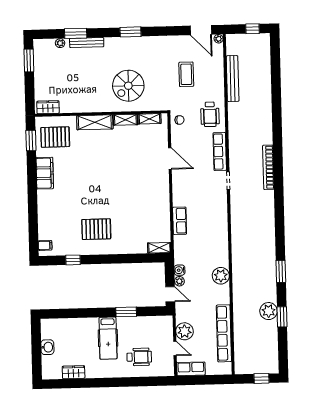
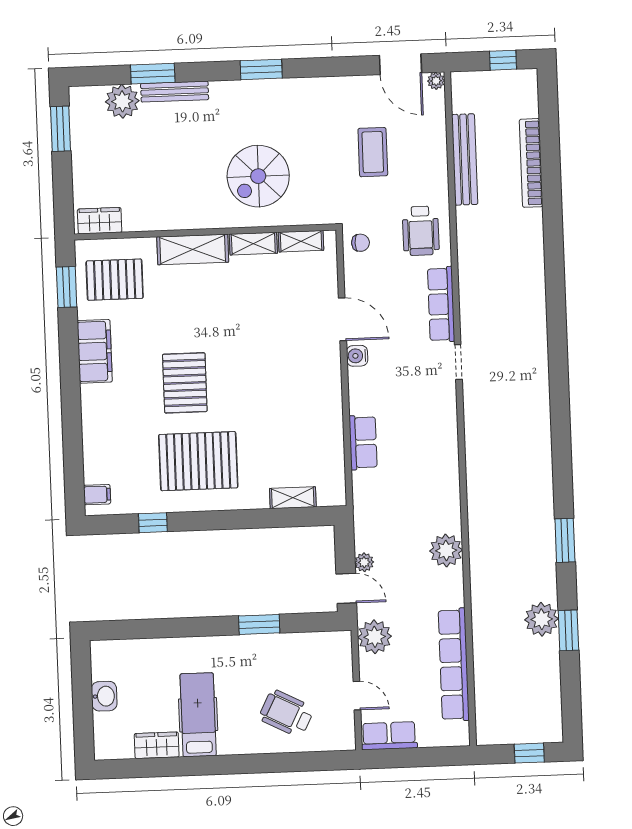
plant: (60, 43) -> (122, 101), width x1.88, depth x1.88
bookcase: (268, 167) -> (531, 163), moved
pallet: (90, 190) -> (185, 383), added
pallet: (96, 229) -> (198, 461), width x1.37, depth x1.41
shelving: (159, 248) -> (293, 498), moved
water cooler: (180, 270) -> (357, 356), moved
plant: (185, 331) -> (375, 637), moved
hospital bed: (108, 338) -> (198, 715), moved, turned 180
wheelchair: (139, 357) -> (286, 713), turned -153

